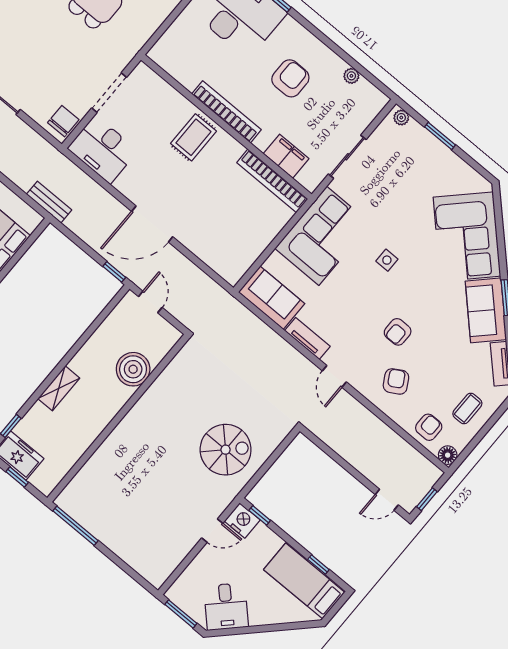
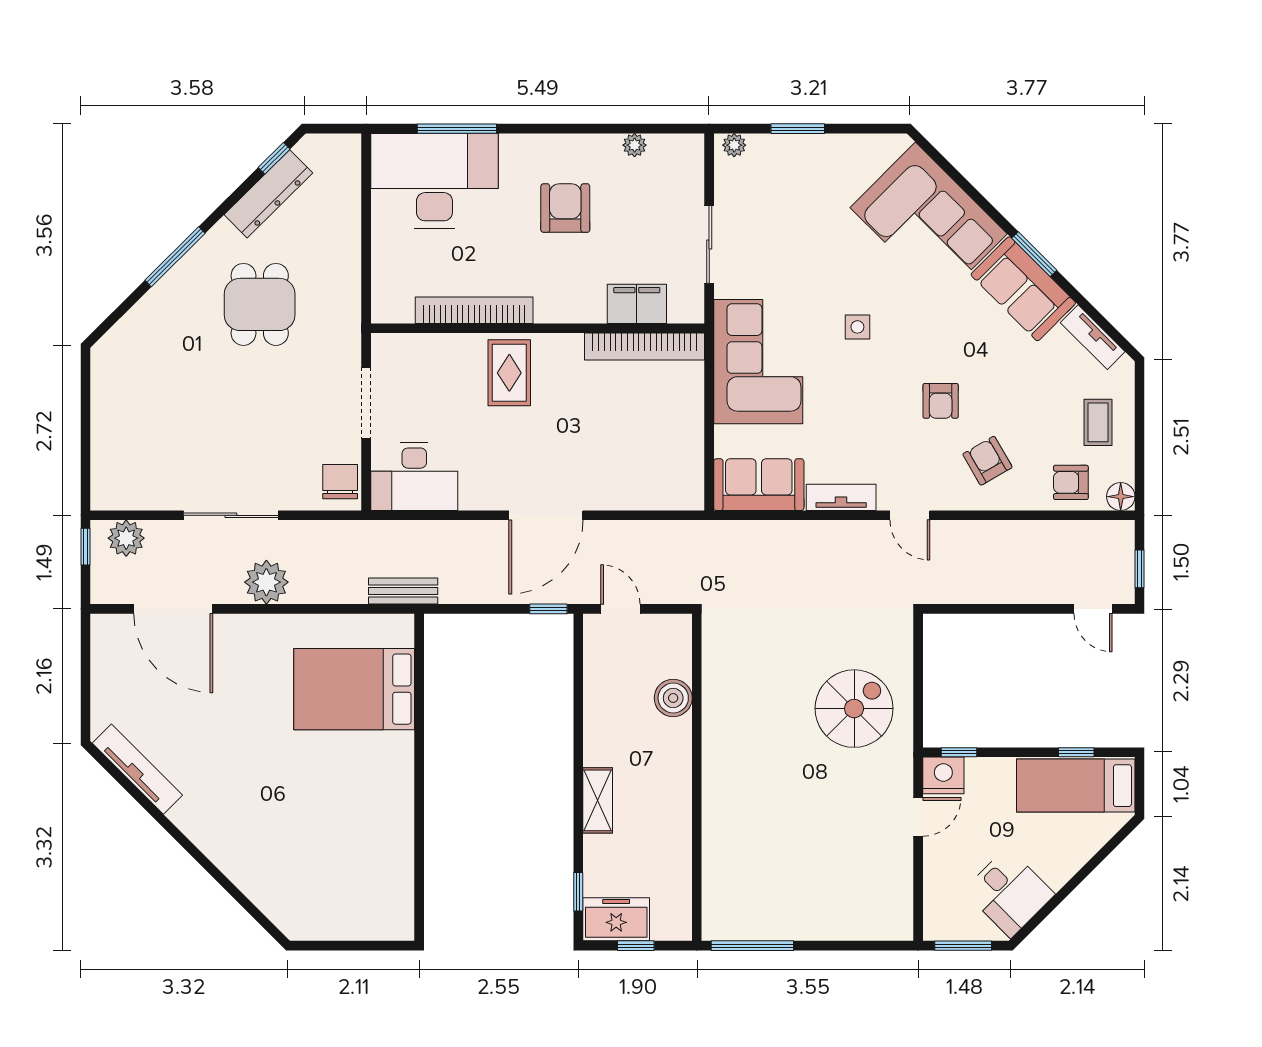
bookcase: (227, 112) -> (474, 310), moved
boiler: (133, 369) -> (673, 698), width x0.73, depth x0.73
armchair: (429, 427) -> (1071, 482), turned -90
door: (387, 500) -> (1093, 609), hinge flipped

